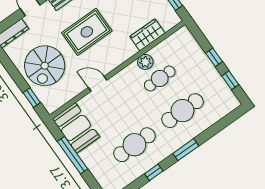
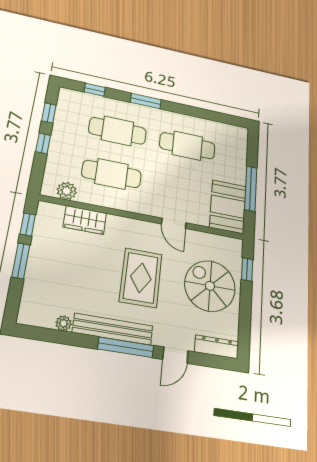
rug: (87, 32) -> (141, 278), turned 90
plant: (145, 62) -> (67, 191), moved
spiral stairs: (45, 66) -> (210, 286), turned -90
cafe table: (160, 78) -> (112, 174), width x1.37, depth x1.35
window: (154, 172) -> (95, 90), moved

